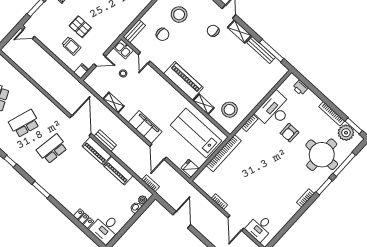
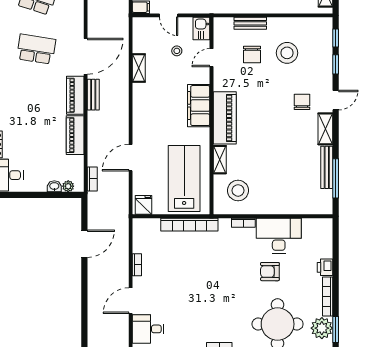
bench: (134, 31) -> (250, 23), moved
printer: (300, 88) -> (325, 267), moved
filing cabinet: (145, 127) -> (199, 106), moved, turned 180

